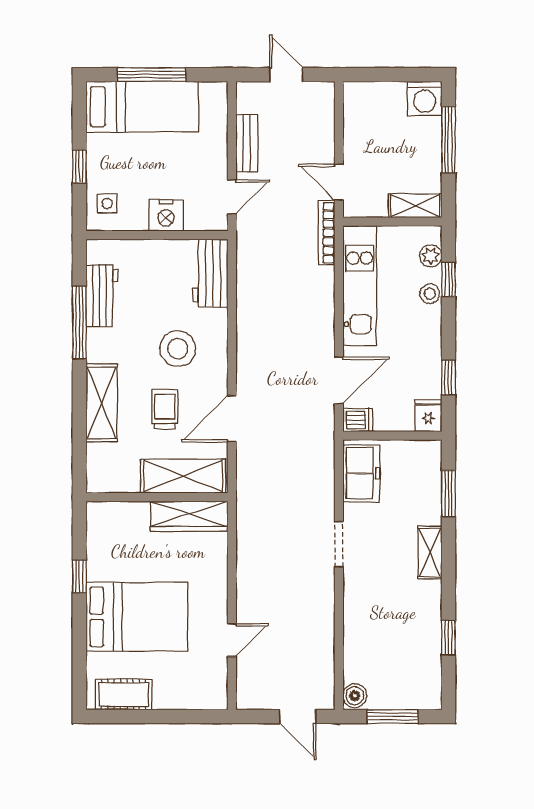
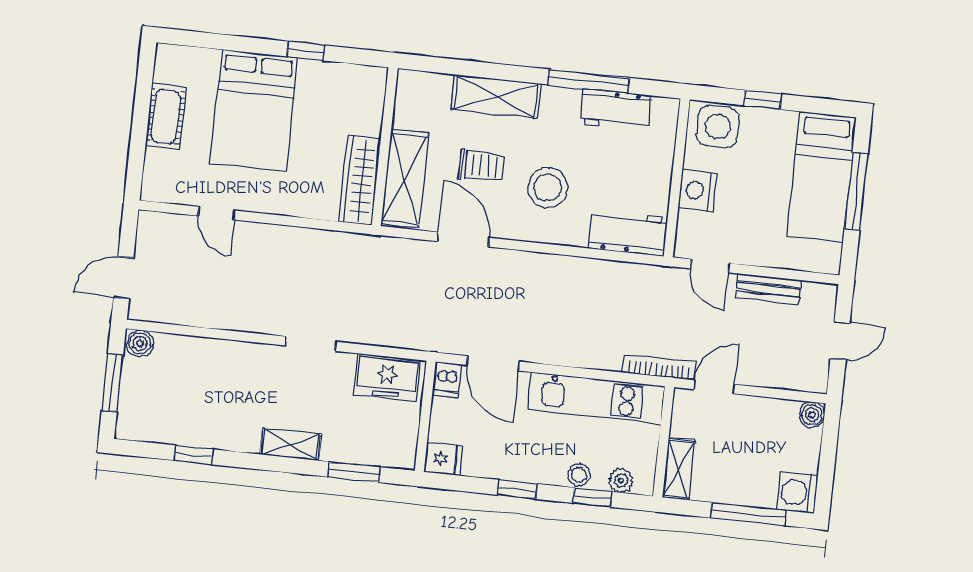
boiler: (354, 93) -> (812, 415), added
side table: (107, 203) -> (718, 126), width x1.87, depth x1.87
window: (448, 378) -> (517, 489), moved
cot: (124, 694) -> (166, 117), moved

